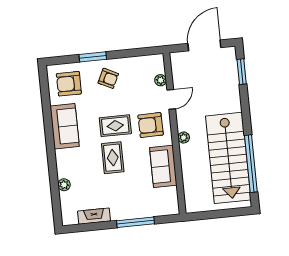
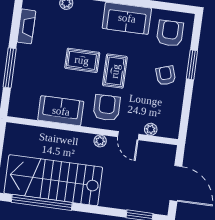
armchair: (108, 78) -> (166, 76), turned 136
plant: (184, 138) -> (100, 141), moved

